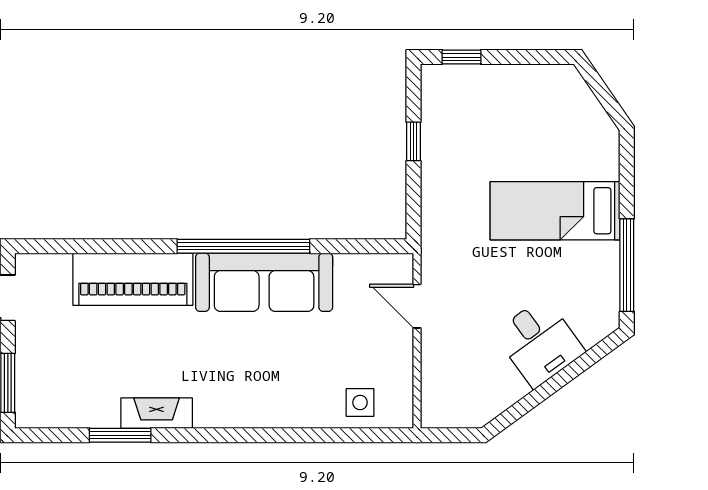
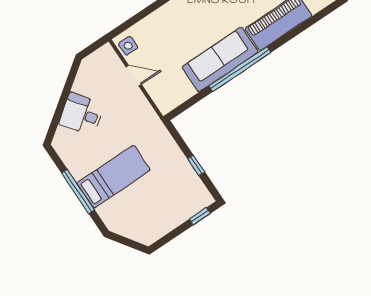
window: (627, 265) -> (78, 191), moved
door: (417, 306) -> (134, 76), moved
side table: (360, 403) -> (128, 46), moved

